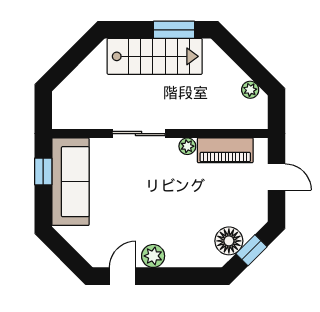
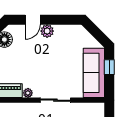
window: (43, 171) -> (109, 67), moved
door: (123, 276) -> (33, 20), moved

